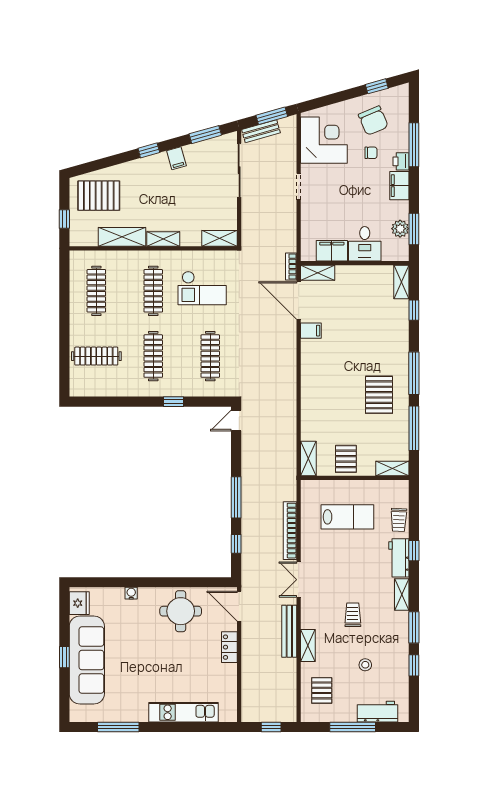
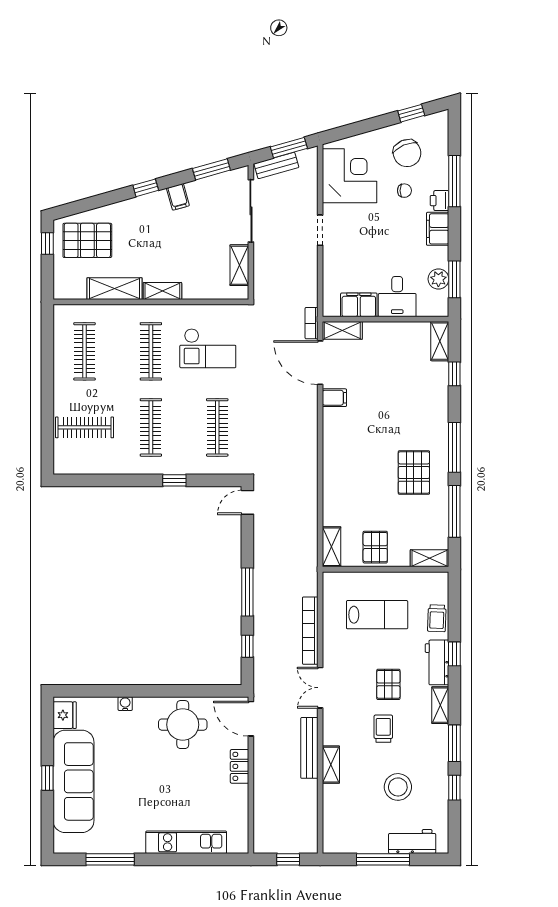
window: (64, 219) -> (47, 244), moved
shelving: (220, 238) -> (239, 265), moved, turned 90
stool: (365, 665) -> (398, 787), width x1.89, depth x1.89
pallet: (322, 690) -> (388, 684), moved

